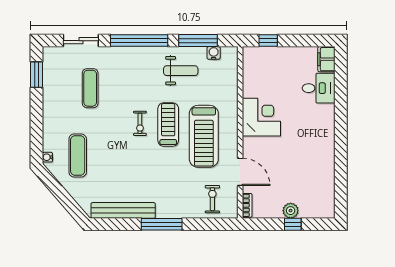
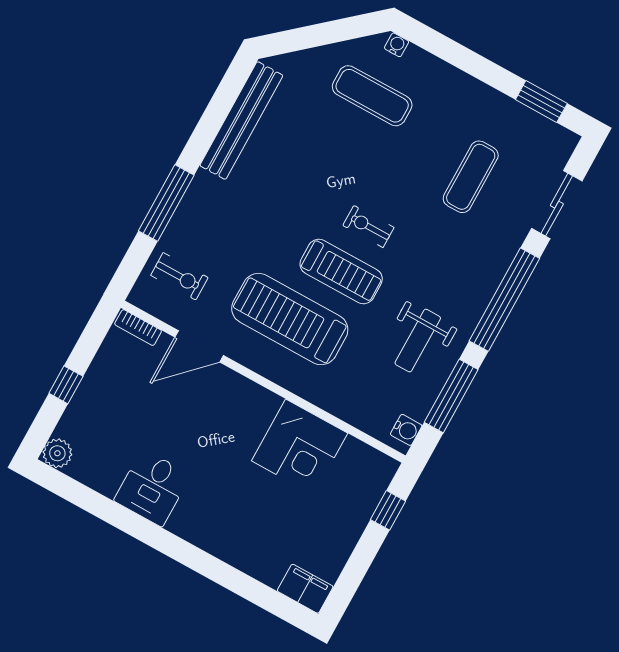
water cooler: (214, 53) -> (406, 430), moved
exercise mat: (90, 88) -> (471, 177), turned 90
desk: (319, 88) -> (152, 488), moved
corner desk: (261, 117) -> (300, 447), moved
plant: (291, 211) -> (57, 453), moved
window: (162, 224) -> (166, 203), moved

